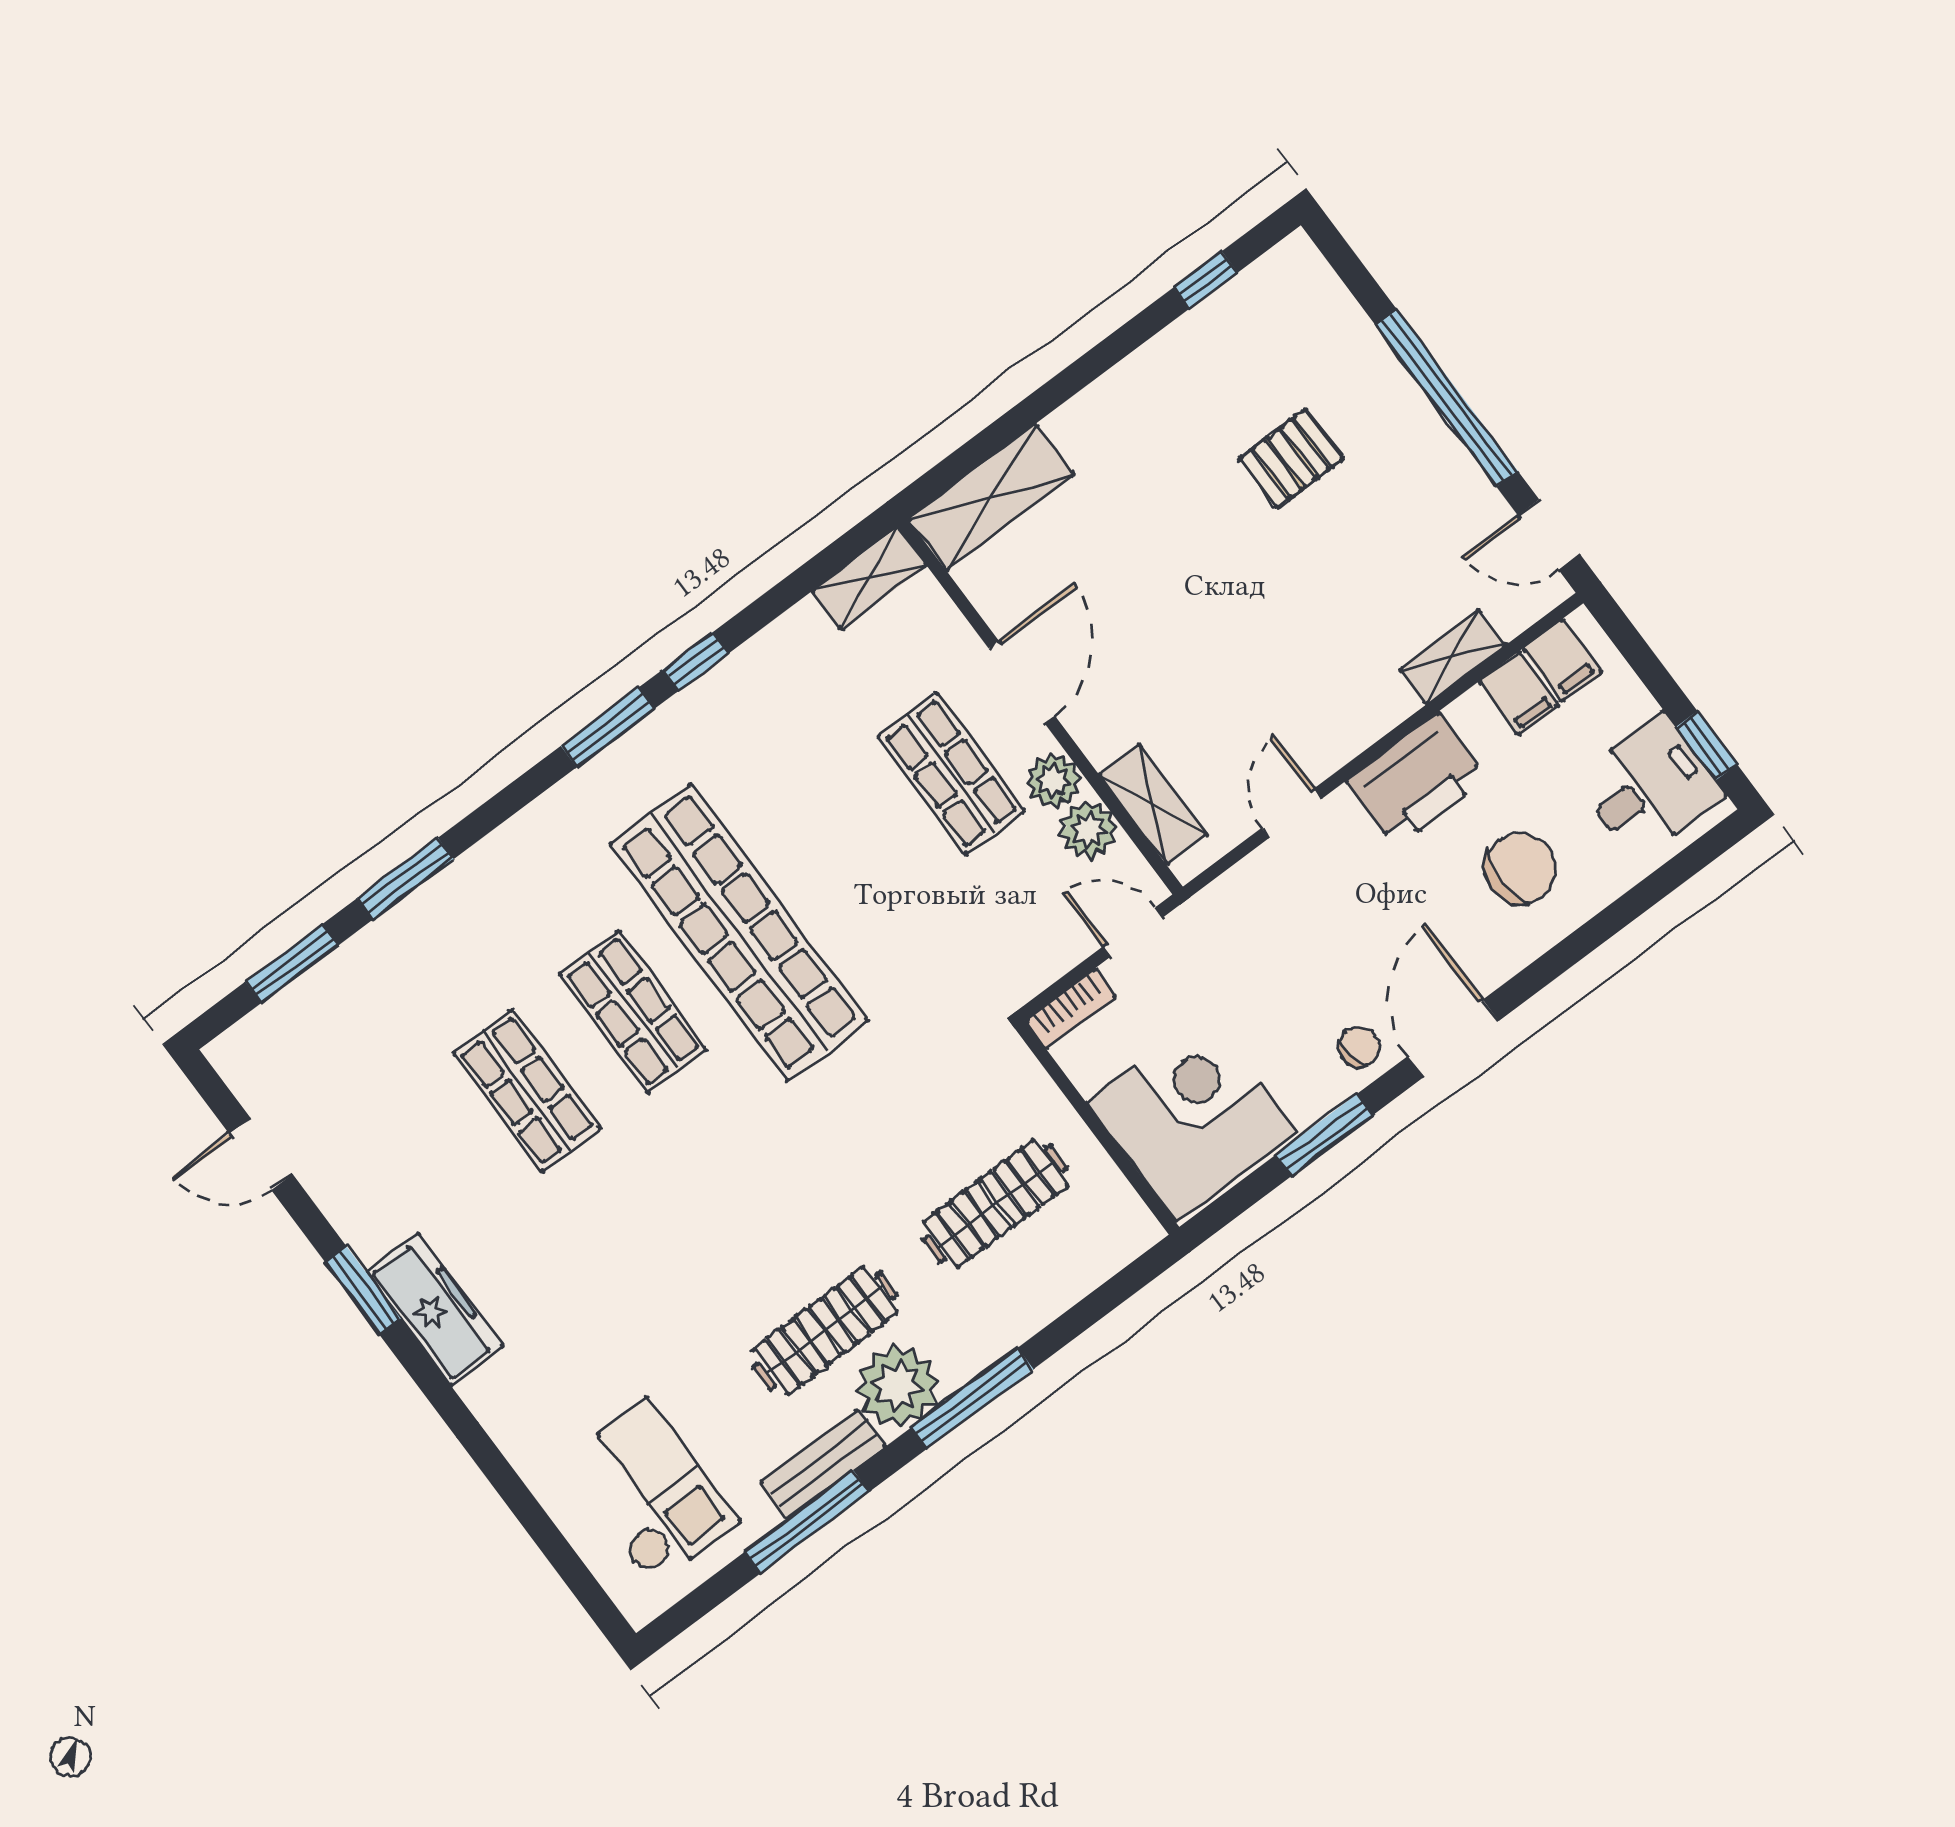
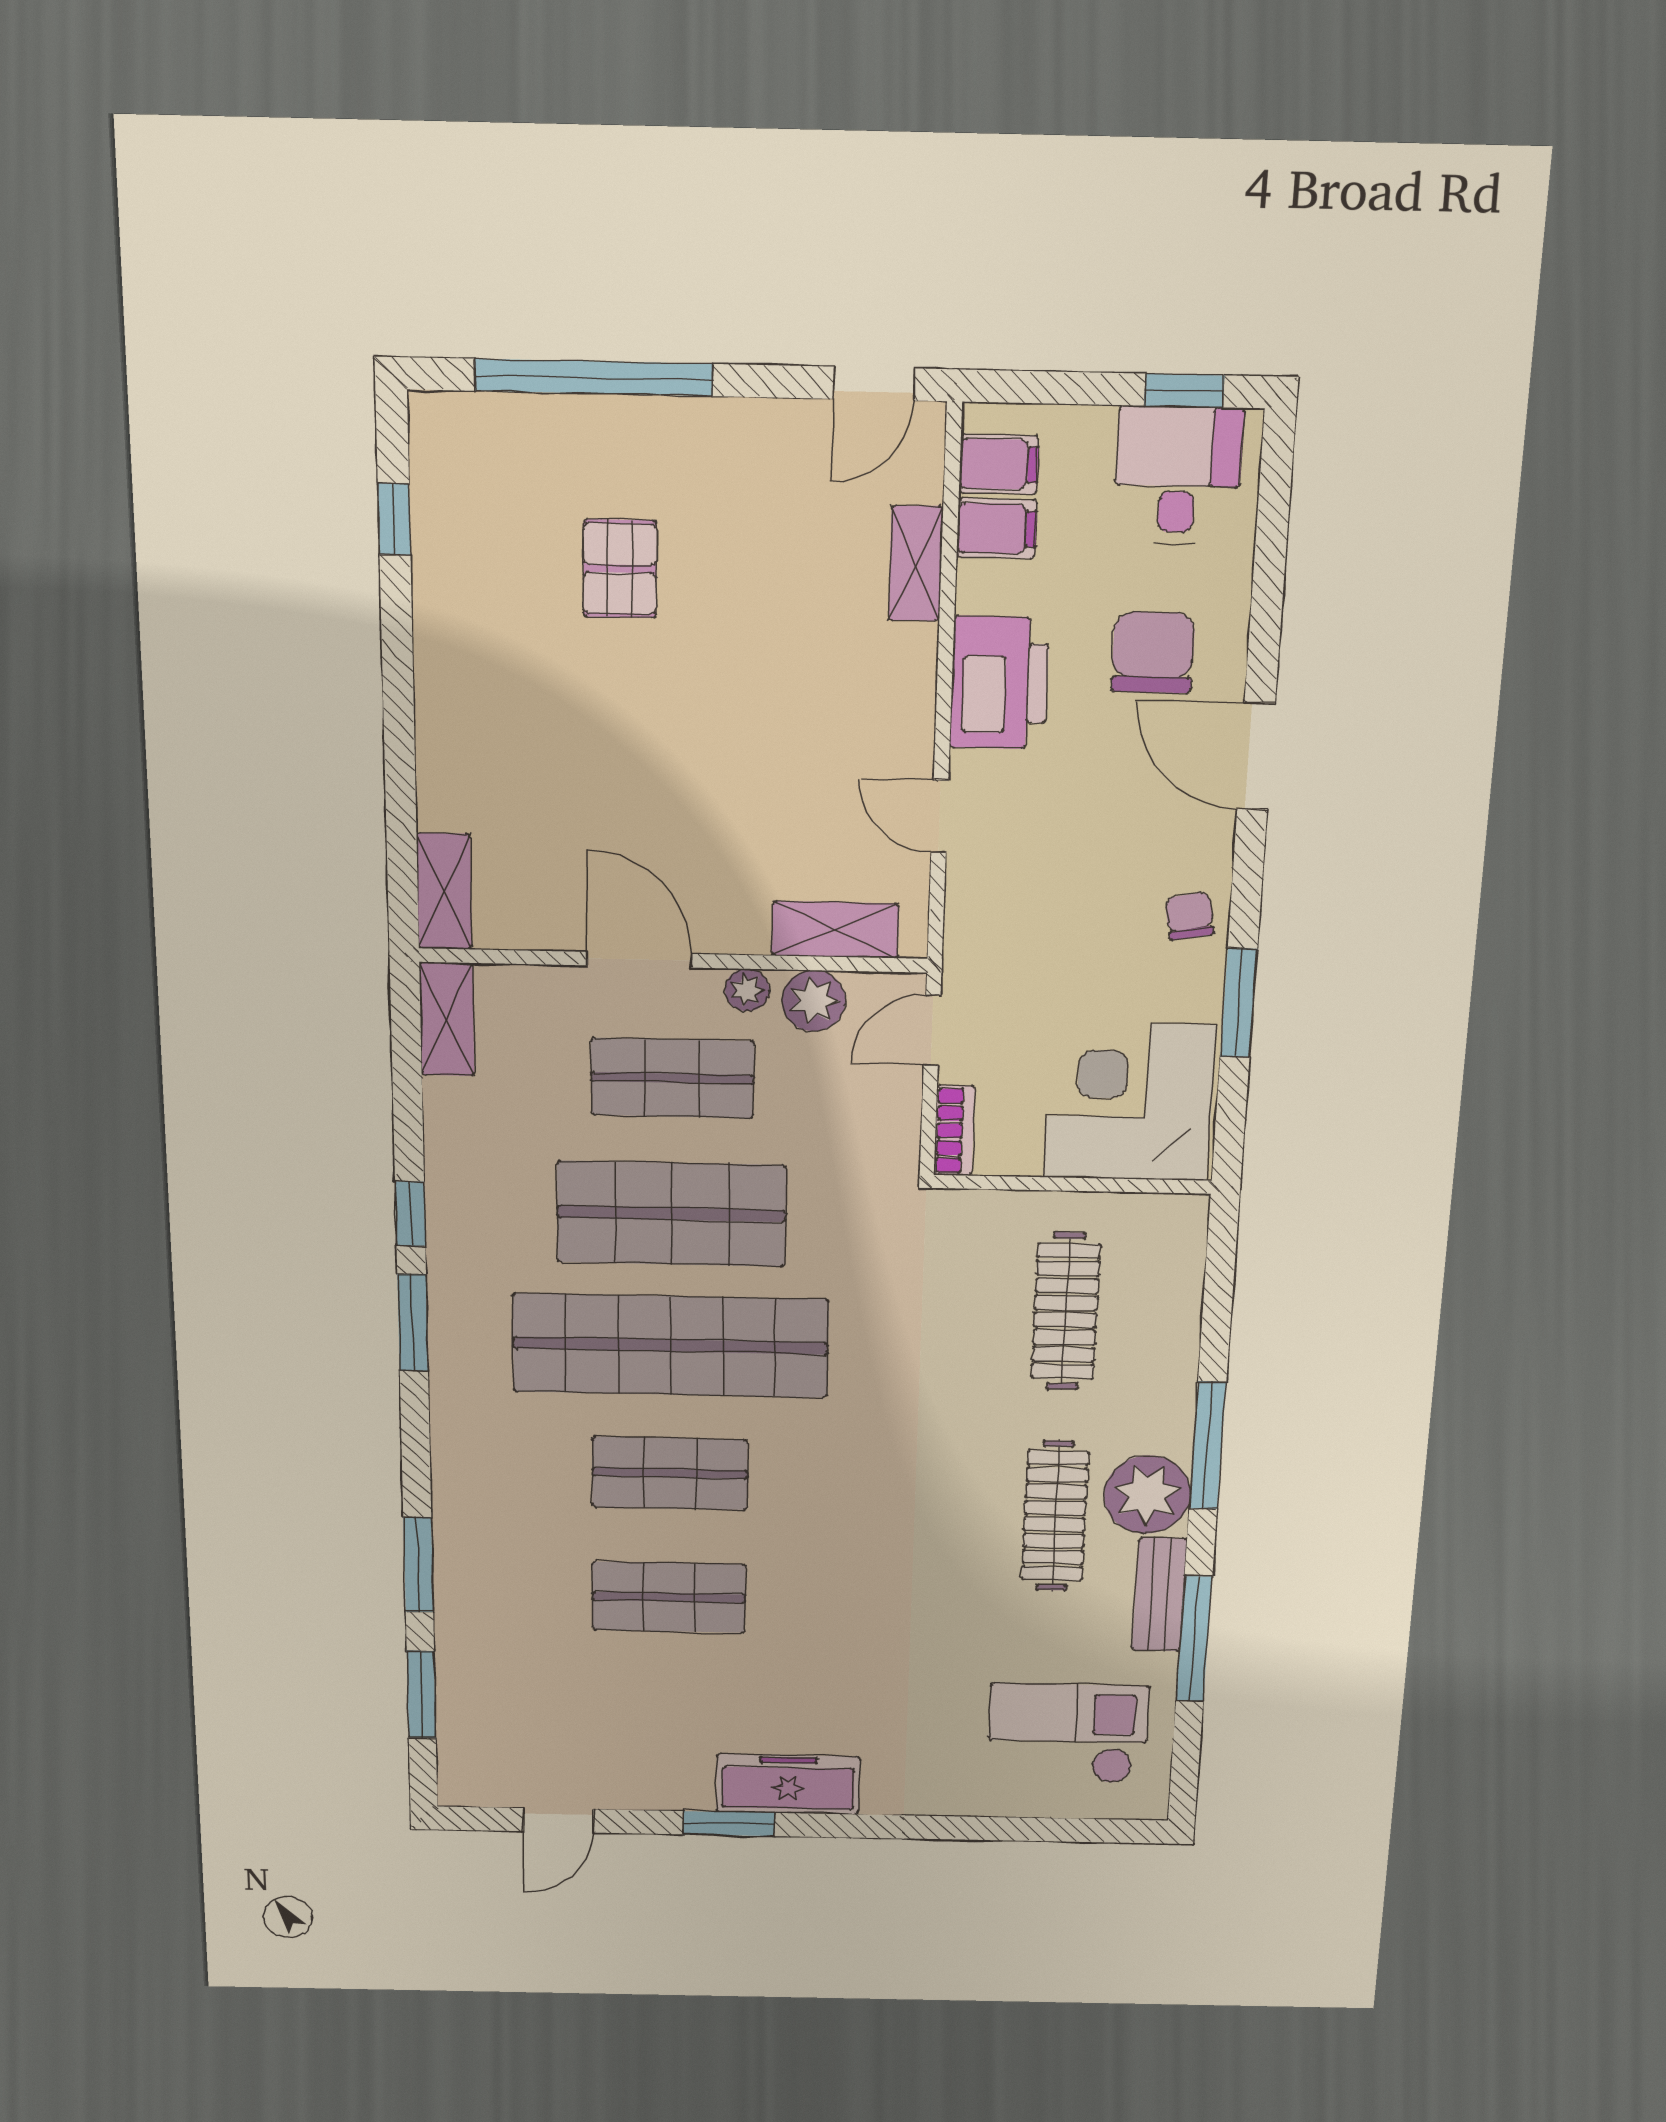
window: (1447, 398) -> (594, 377), moved
shelving: (991, 497) -> (444, 891), width x0.67, depth x0.75
plant: (1053, 781) -> (747, 990), width x0.73, depth x0.73
shop shelf: (845, 853) -> (671, 1214), added
door: (1453, 1039) -> (1256, 756), moved

